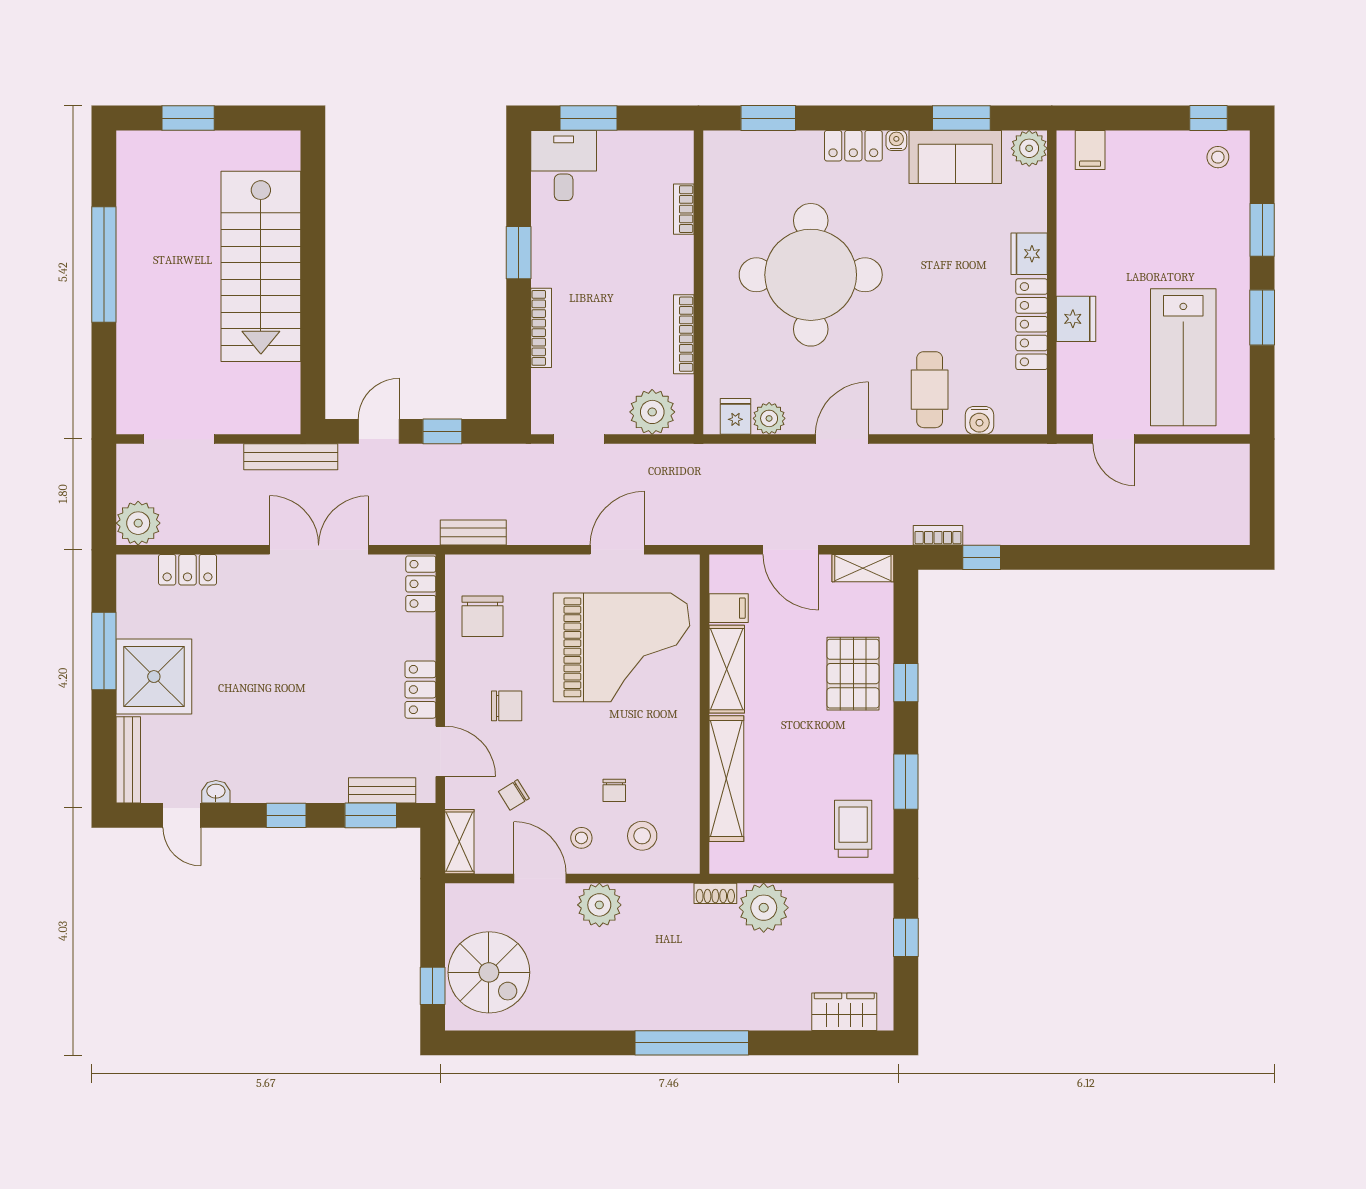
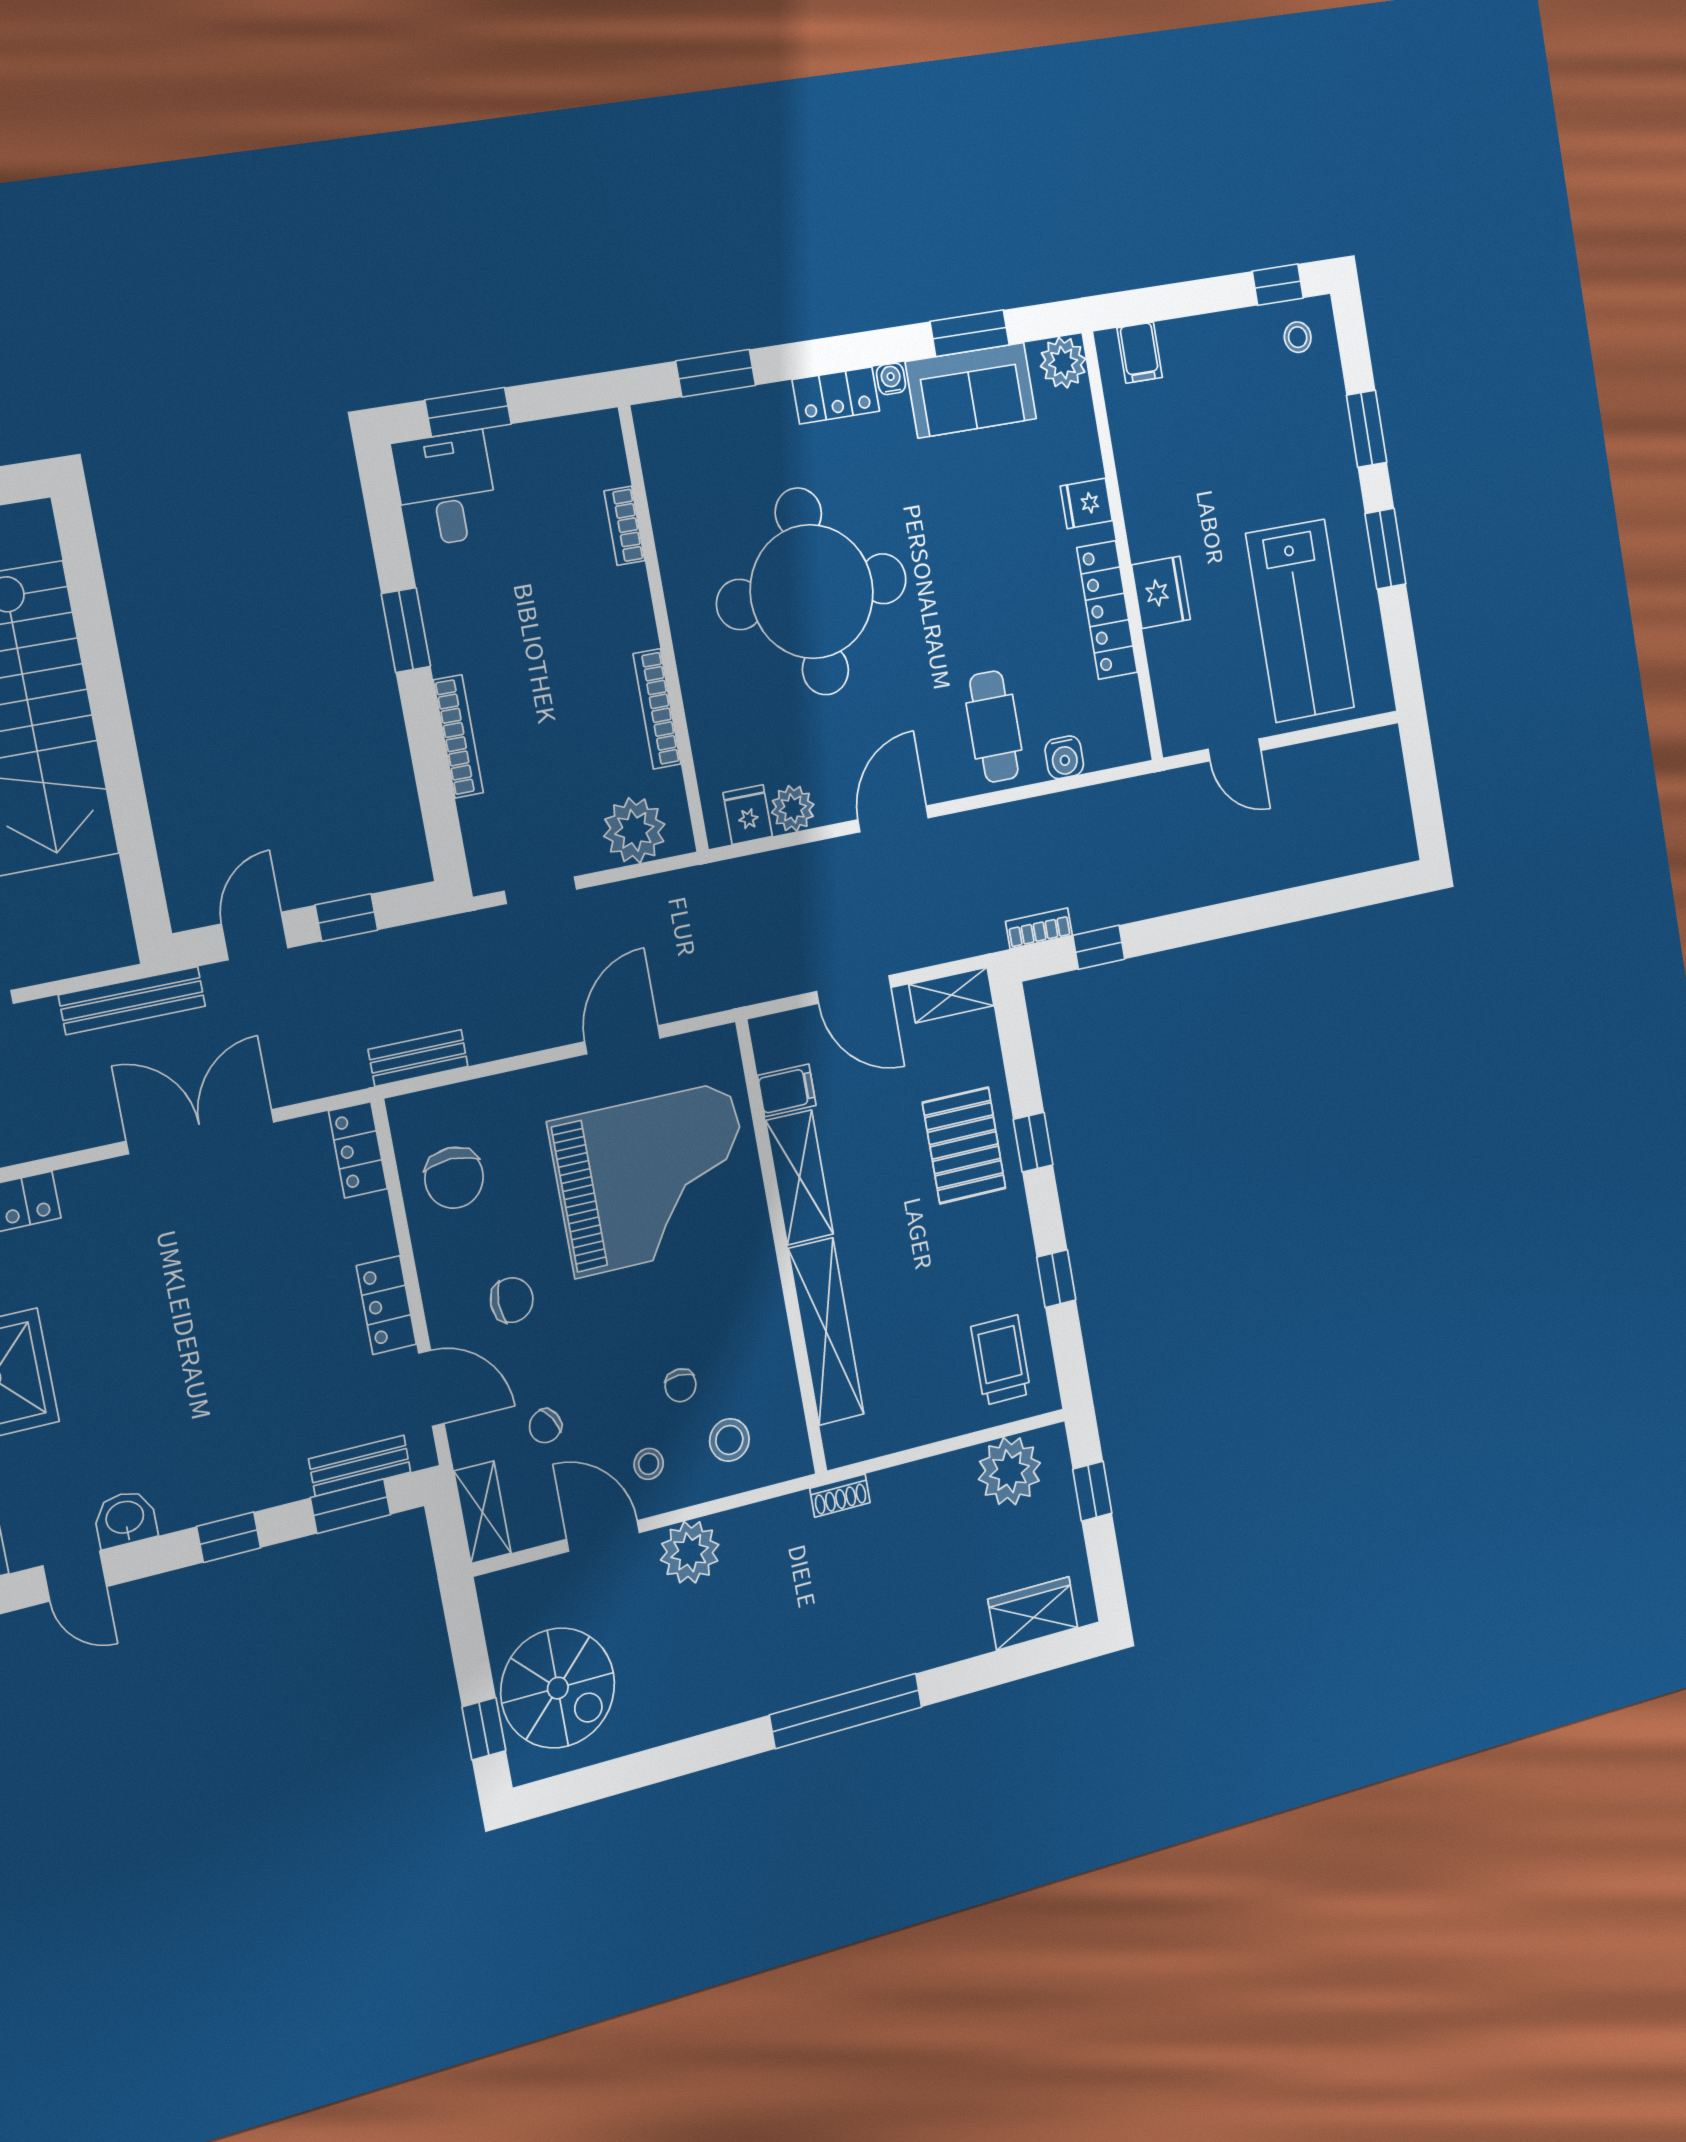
fridge: (1029, 254) -> (1086, 503), width x0.72
window: (906, 782) -> (1056, 1279), width x0.67
washbasin: (216, 792) -> (125, 1519), width x1.38, depth x1.45
plant: (764, 908) -> (1009, 1471), moved

